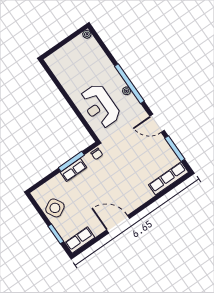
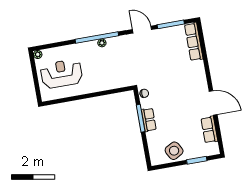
reception desk: (100, 106) -> (62, 74), moved, turned 180
door: (157, 123) -> (142, 30), swing flipped
door: (118, 224) -> (213, 103), swing flipped
row of seats: (80, 240) -> (209, 130), moved

